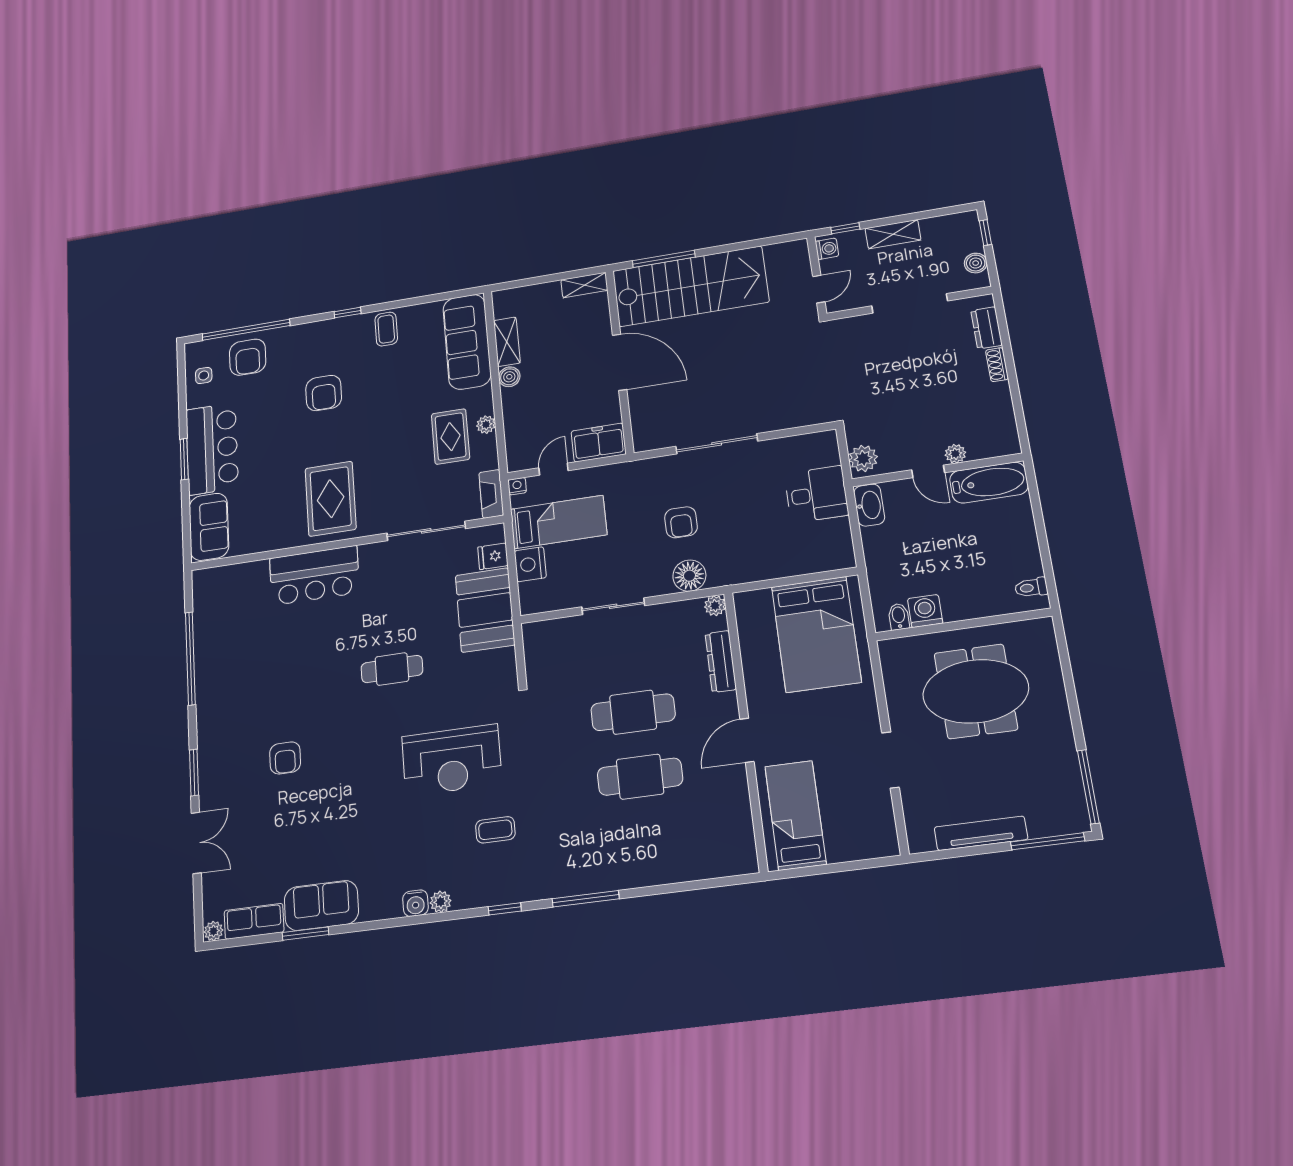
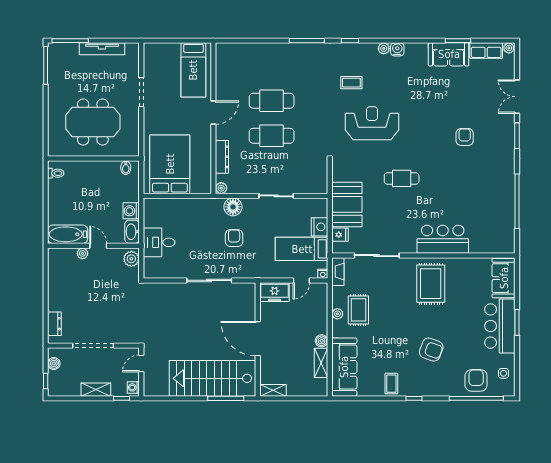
shoe rack: (997, 365) -> (52, 301), removed
armchair: (324, 393) -> (431, 350), turned 110
washing machine: (925, 611) -> (131, 211), moved, turned 90

